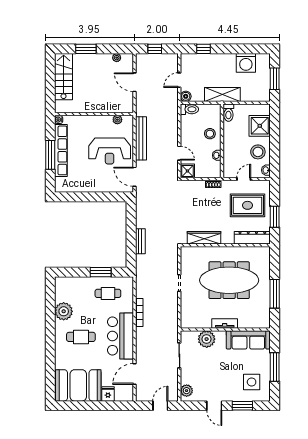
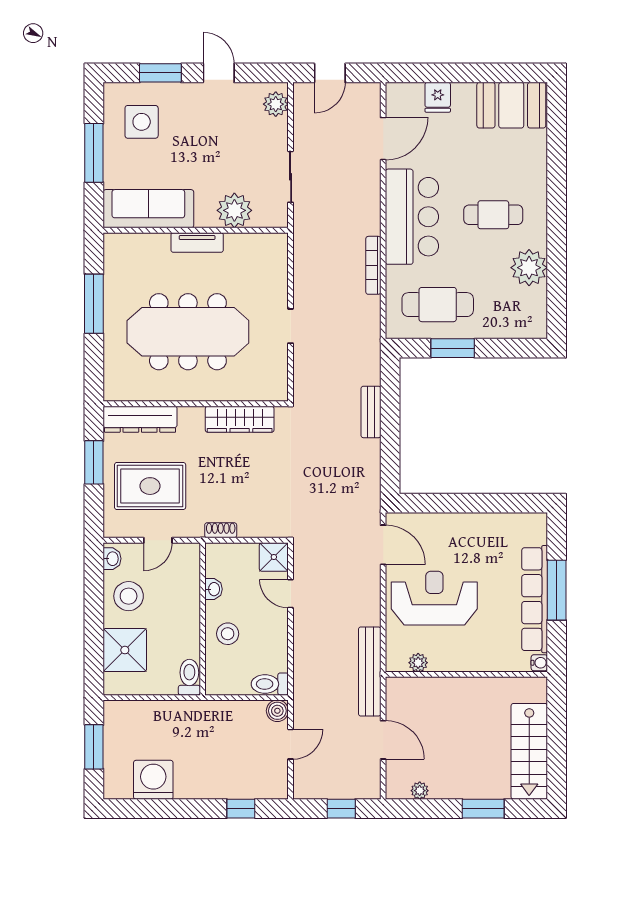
shelving: (222, 94) -> (202, 715), removed
bench: (141, 138) -> (370, 672), moved
cafe table: (108, 293) -> (438, 305), width x1.37, depth x1.35
booth: (78, 385) -> (511, 105), width x0.73, depth x0.70

